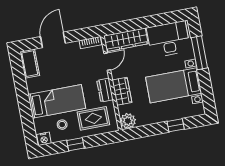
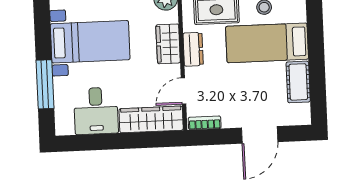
desk: (168, 39) -> (96, 111), width x0.73
cot: (30, 64) -> (298, 82), moved

